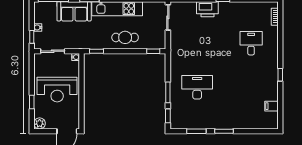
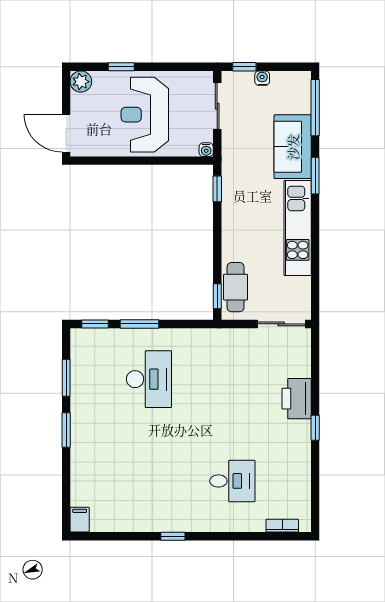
cafe table: (125, 37) -> (236, 287), moved
filing cabinet: (271, 106) -> (80, 520), moved

